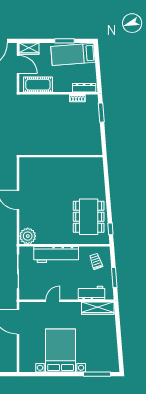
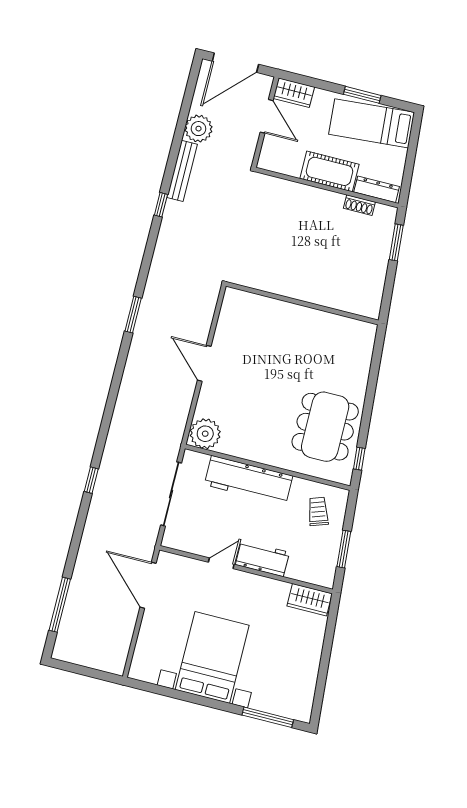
cot: (38, 85) -> (329, 171), moved
workbench: (92, 293) -> (262, 558), moved
wardrobe: (98, 308) -> (309, 600), width x0.67

